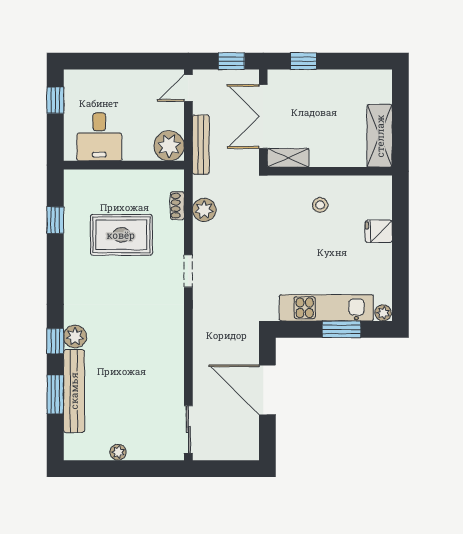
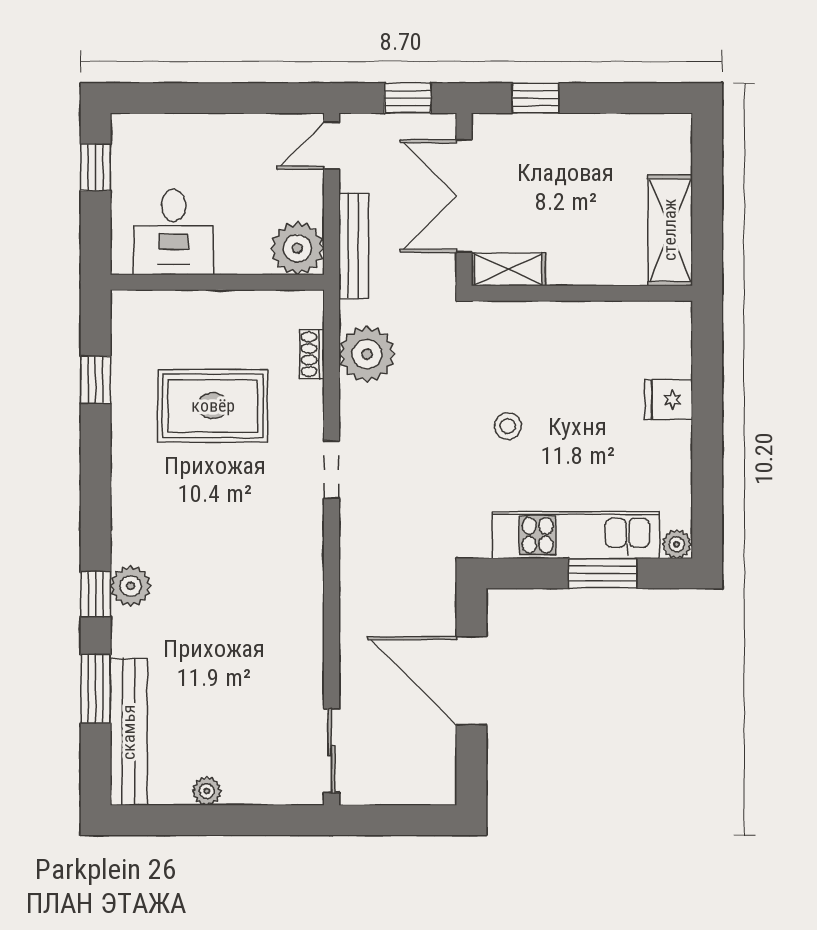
stool: (320, 205) -> (508, 426), moved
plant: (204, 210) -> (367, 354), width x1.36, depth x1.36
bench: (74, 391) -> (129, 732), moved

